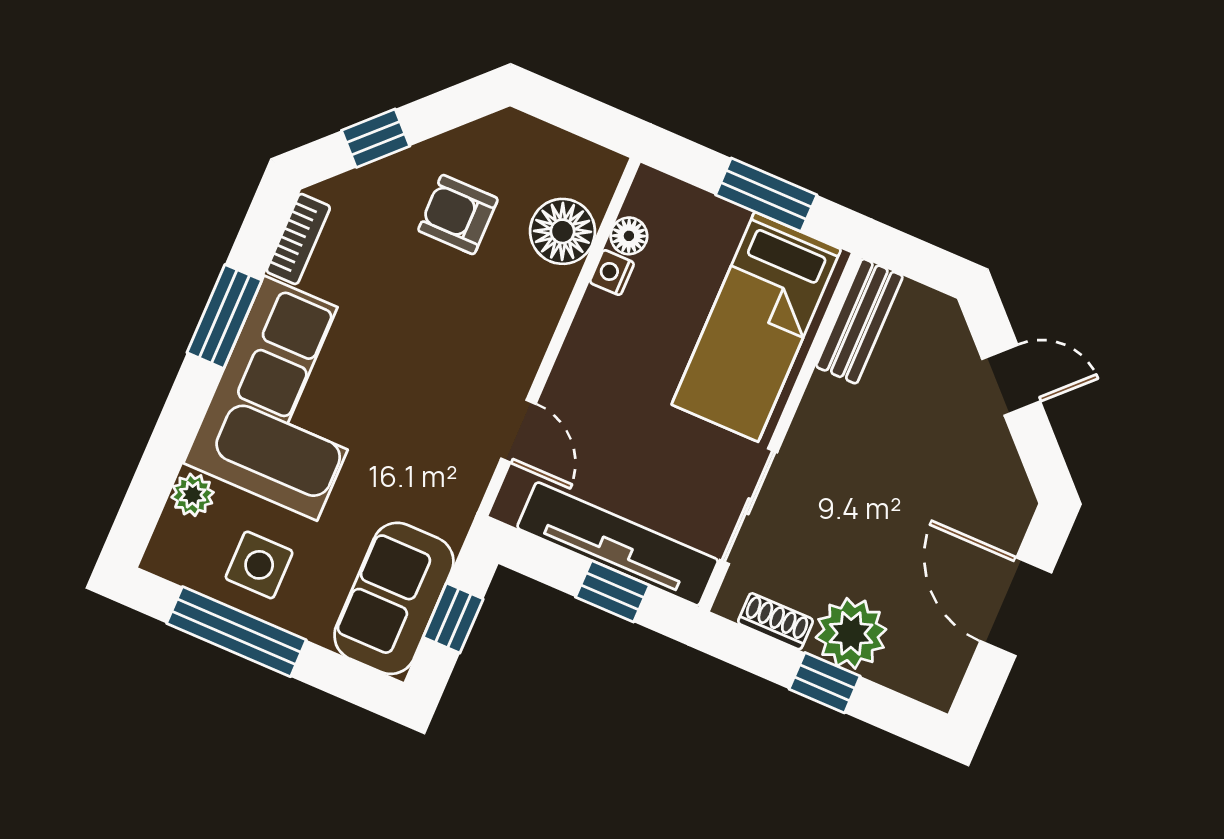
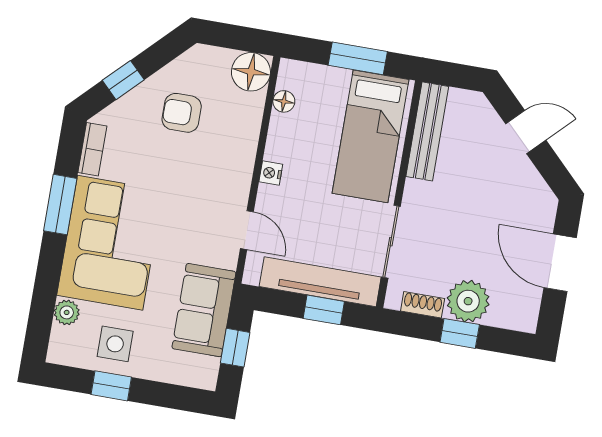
floor lamp: (563, 231) -> (251, 72), moved
nightstand: (612, 273) -> (271, 173), moved
bench: (859, 321) -> (427, 131), width x1.36
sofa: (394, 598) -> (204, 310), moved
window: (236, 632) -> (111, 386), width x0.46

